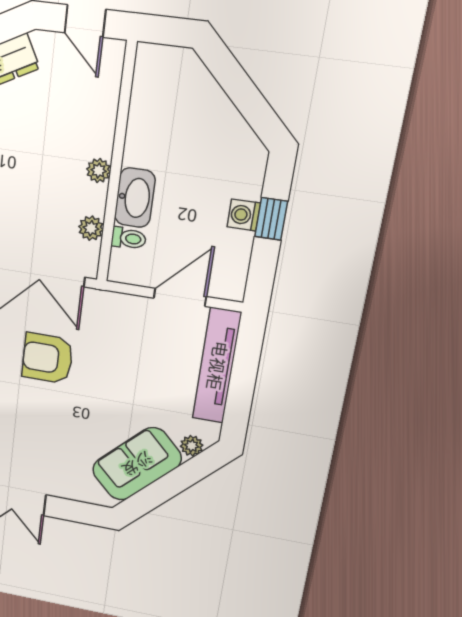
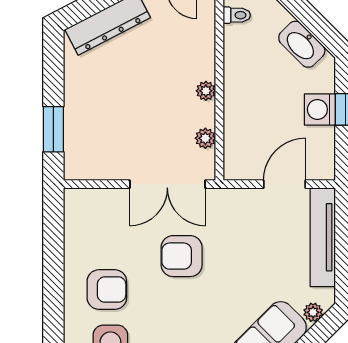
washbasin: (135, 198) -> (302, 44), moved, turned 135
washing machine: (244, 215) -> (320, 109), width x1.38, depth x1.38
toilet: (129, 238) -> (237, 15), moved

